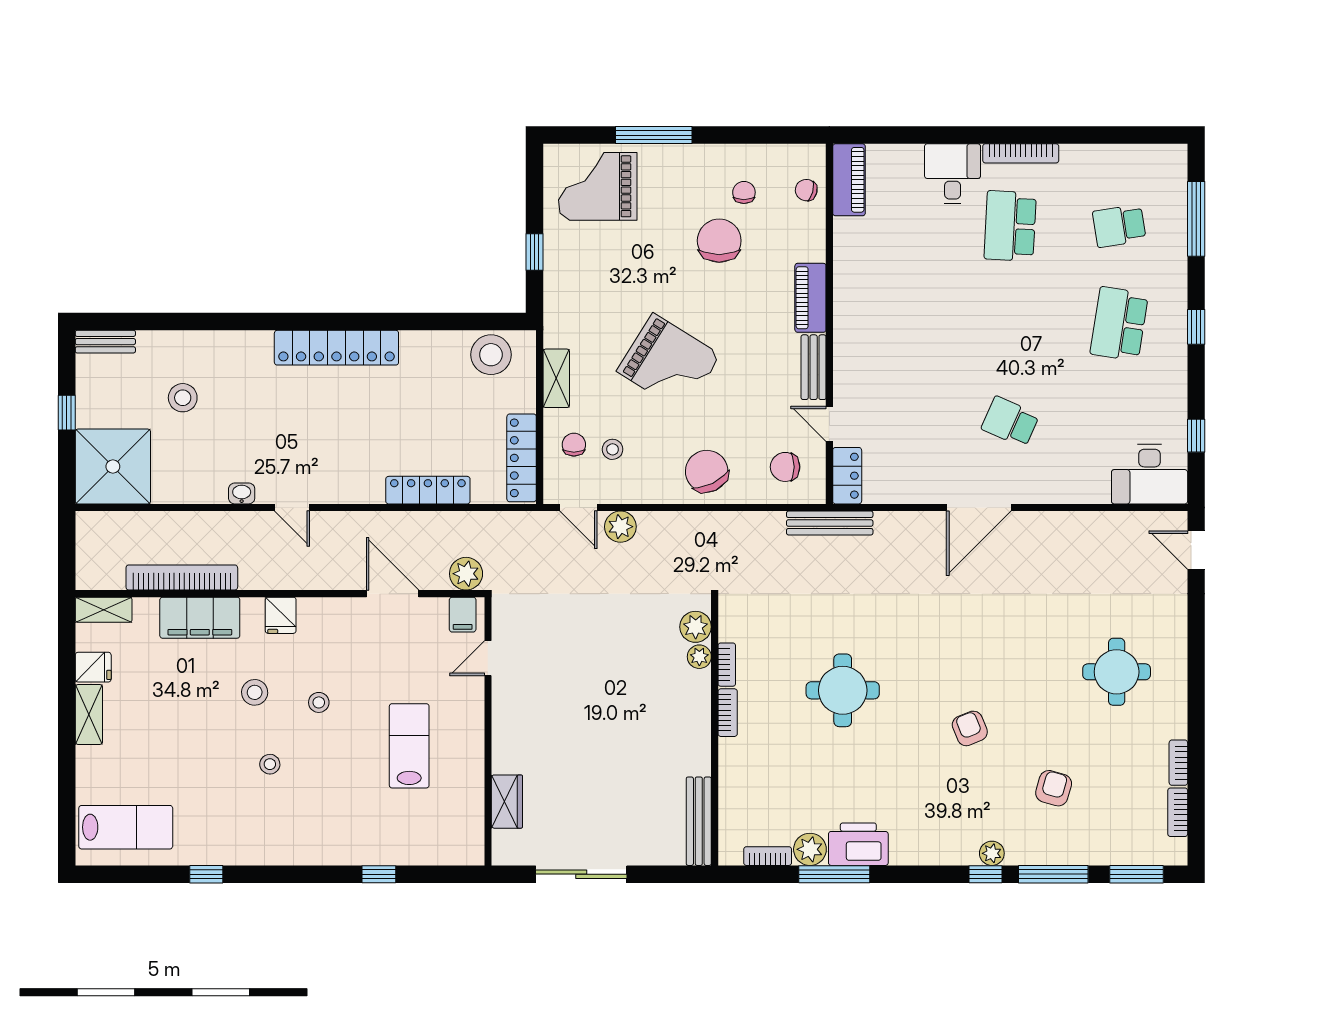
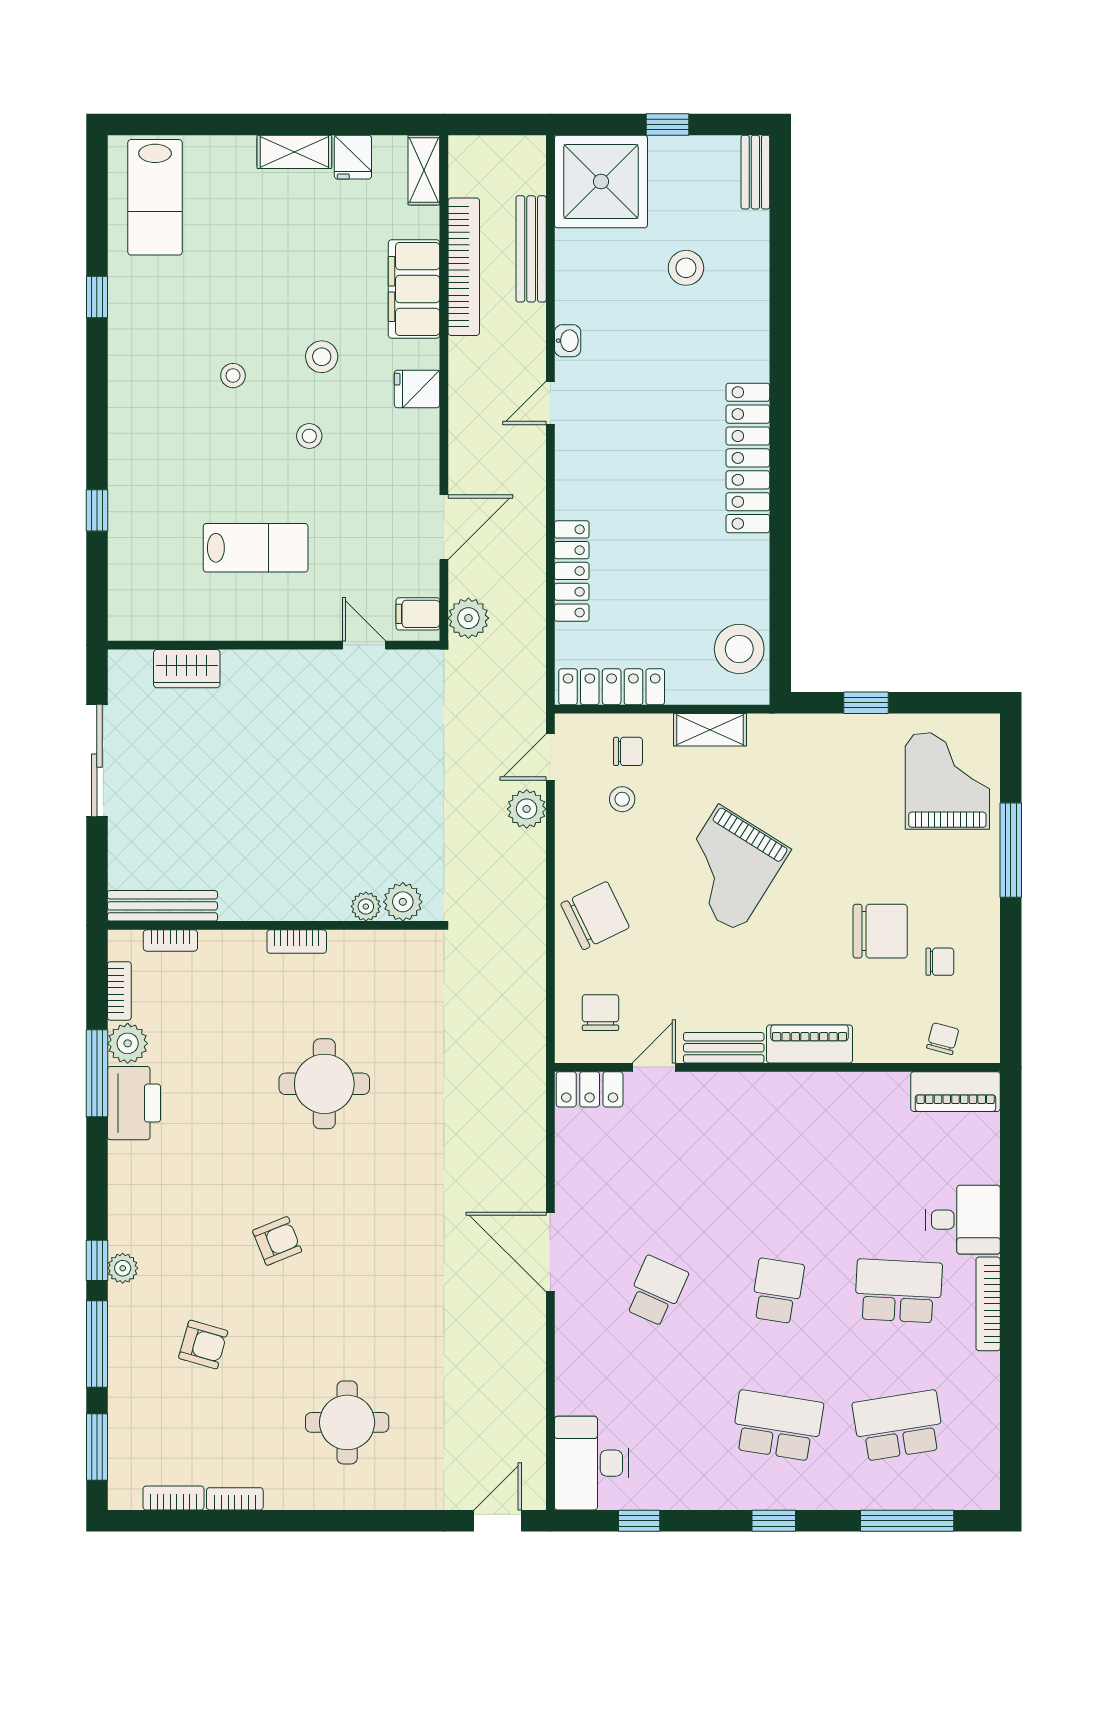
school desk: (1119, 226) -> (898, 1426), width x1.85
school desk: (1010, 324) -> (777, 1291), added
bench: (830, 523) -> (531, 249), moved
bookcase: (727, 665) -> (170, 940), moved

